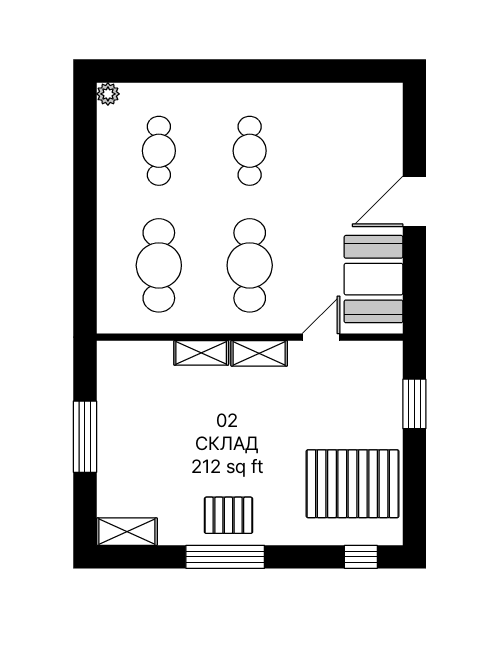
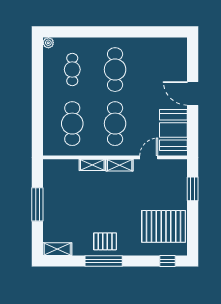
cafe table: (250, 151) -> (115, 70), width x1.37, depth x1.35
door: (414, 201) -> (193, 93), hinge flipped

